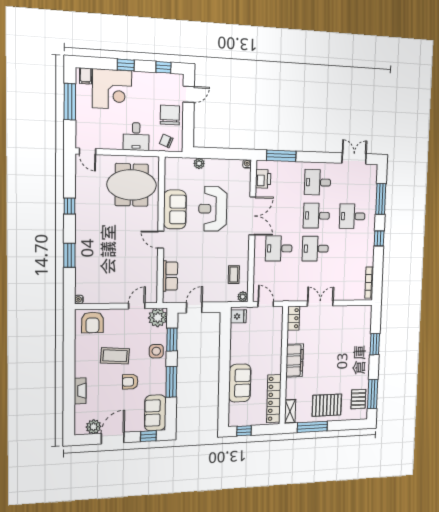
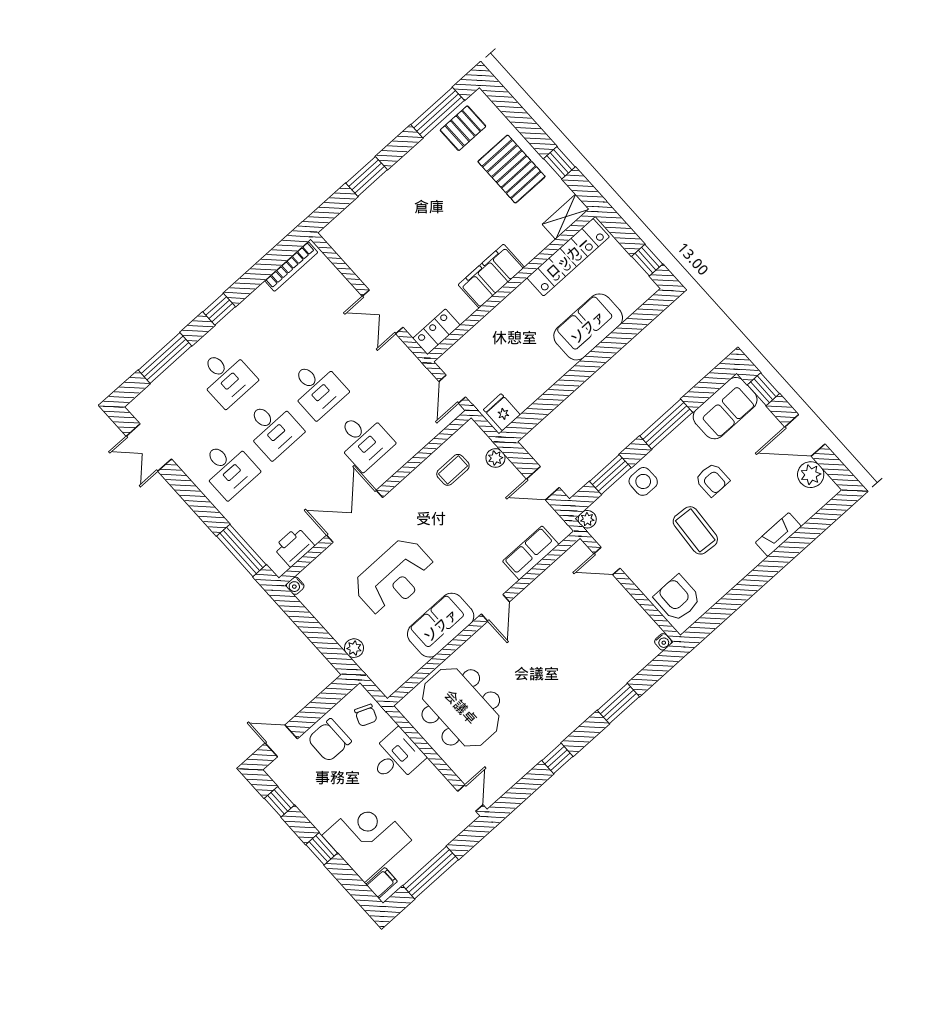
plant: (243, 297) -> (495, 458), moved
plant: (158, 318) -> (587, 519), width x0.53, depth x0.53
armchair: (92, 322) -> (677, 598), turned -90
window: (312, 427) -> (559, 163), width x0.46

